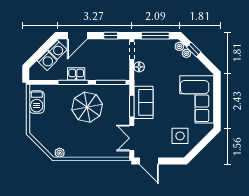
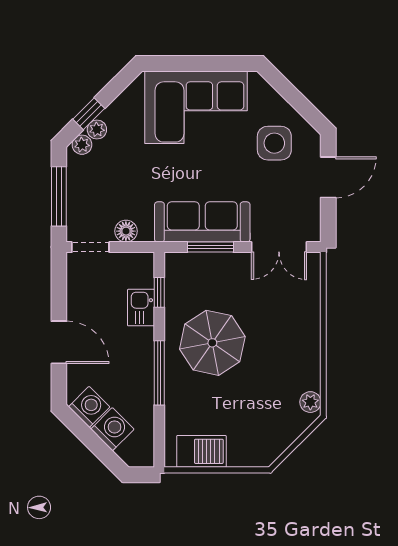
door: (77, 36) -> (59, 342), moved
window: (111, 36) -> (59, 292), removed
kitchen sink: (76, 74) -> (141, 308), moved
window: (111, 82) -> (159, 292), width x0.46
sofa: (143, 102) -> (202, 222), width x1.36
door: (149, 161) -> (328, 177), moved

